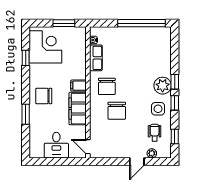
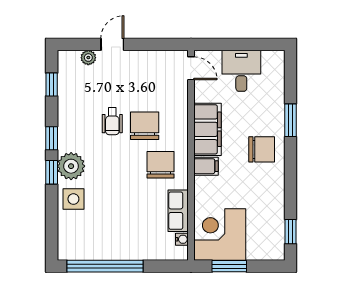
corner desk: (45, 47) -> (220, 235), moved, turned 90
window: (26, 58) -> (291, 232), moved
side table: (158, 109) -> (73, 199), moved
wheelchair: (155, 133) -> (112, 121), moved

